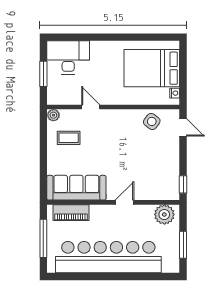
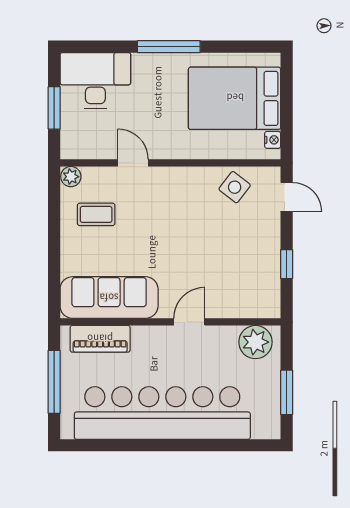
window: (112, 37) -> (169, 47), added
window: (183, 184) -> (287, 264), moved

